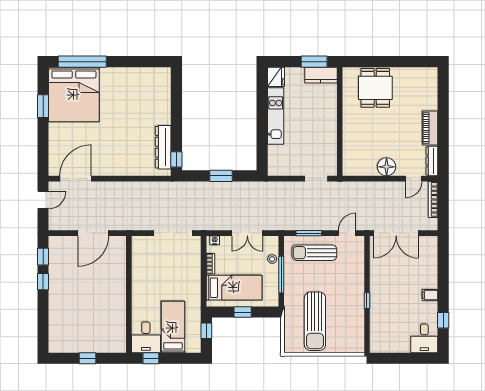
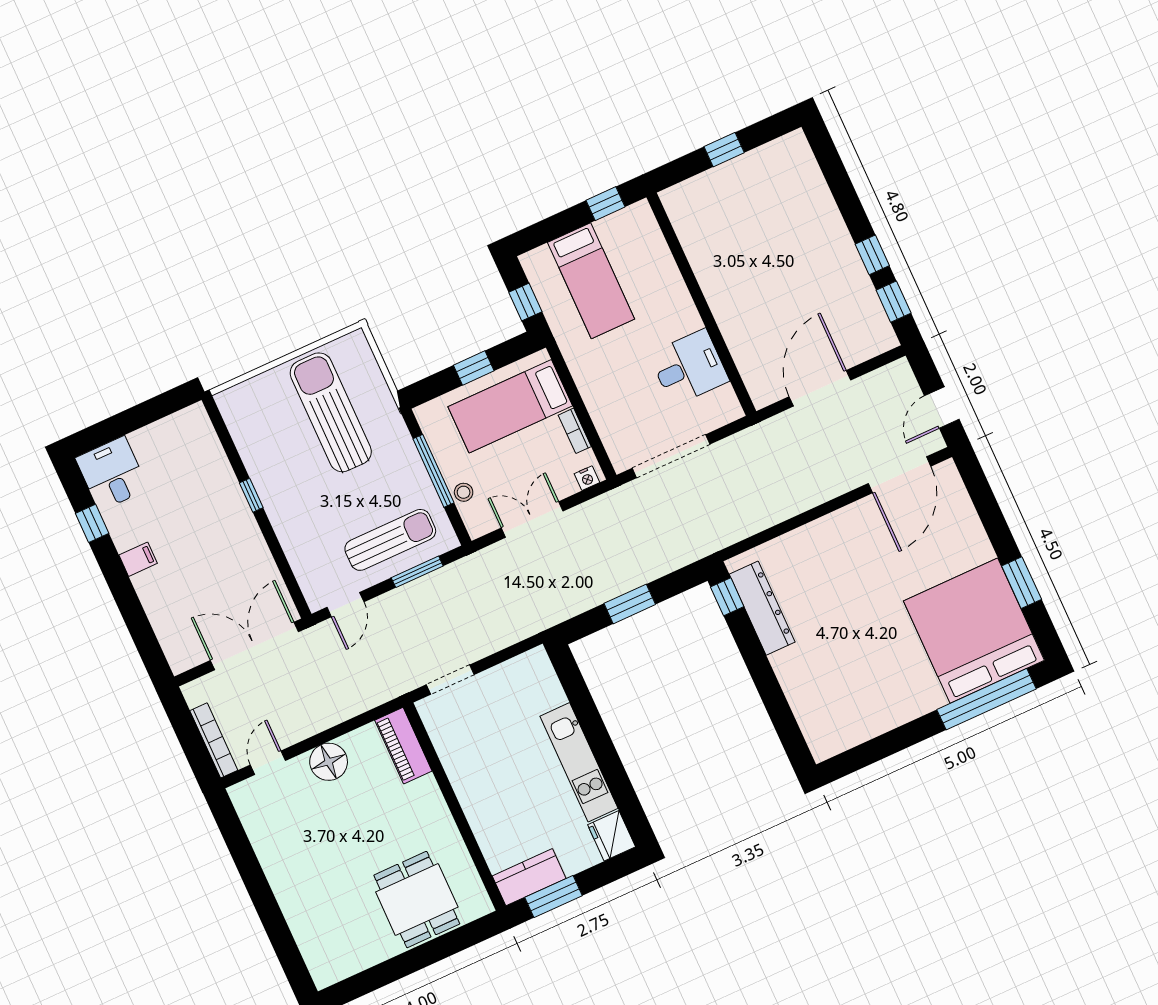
piano: (430, 128) -> (403, 746), moved, turned 180
dresser: (432, 161) -> (249, 811), removed
desk: (146, 337) -> (689, 367), moved, turned 90

